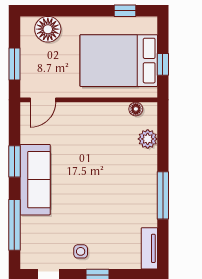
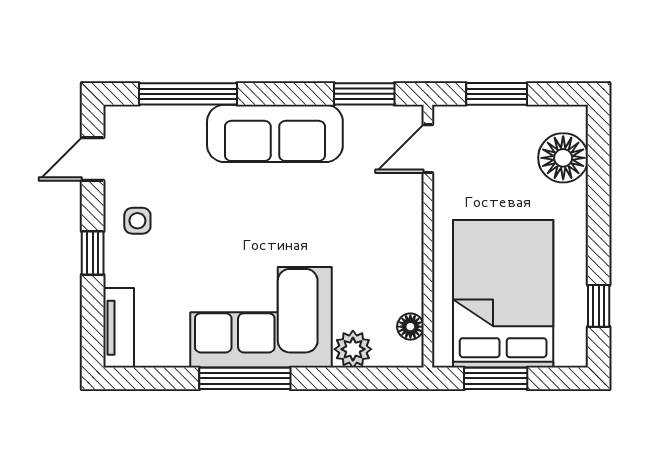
window: (163, 64) -> (496, 378), width x1.50
door: (43, 100) -> (428, 149), hinge flipped
window: (14, 161) -> (364, 94), moved
corner sofa: (131, 187) -> (261, 317), added
tv unit: (149, 248) -> (119, 328), moved, turned 90

